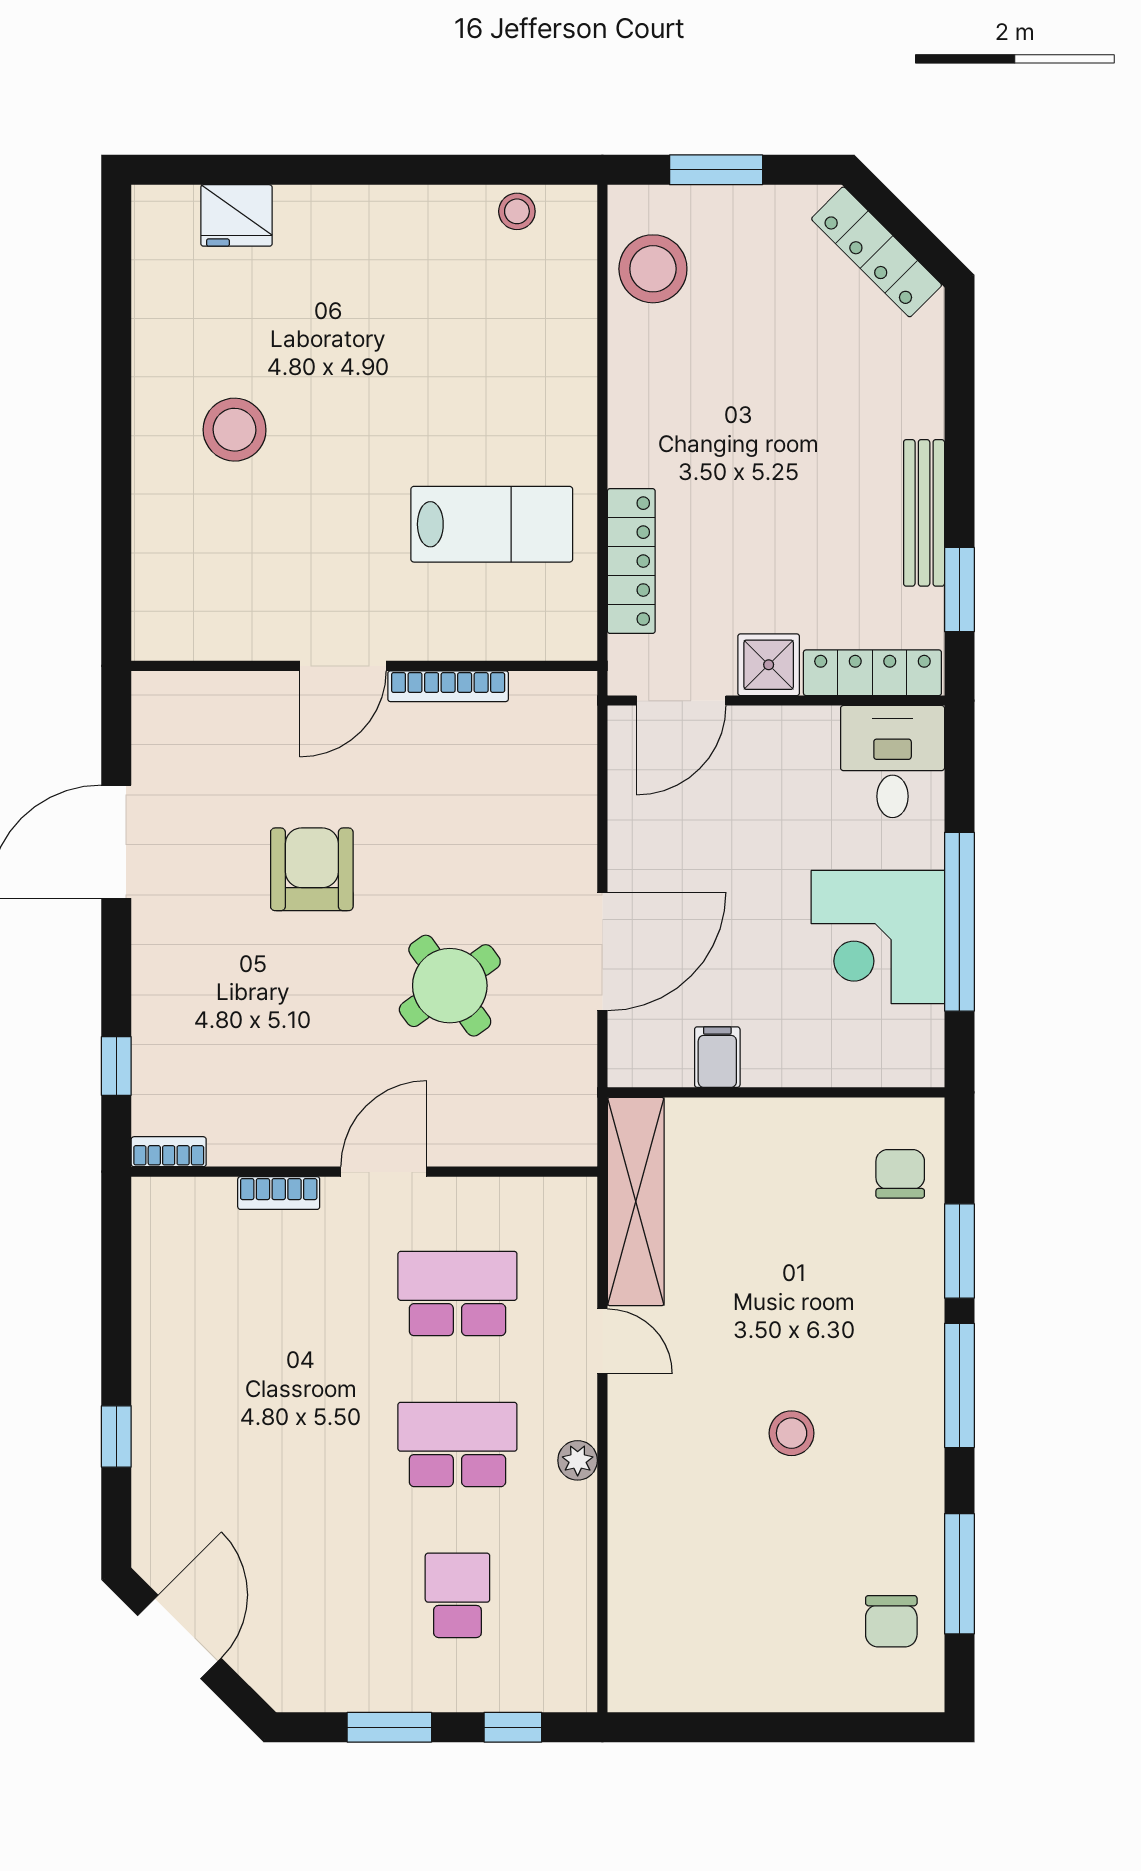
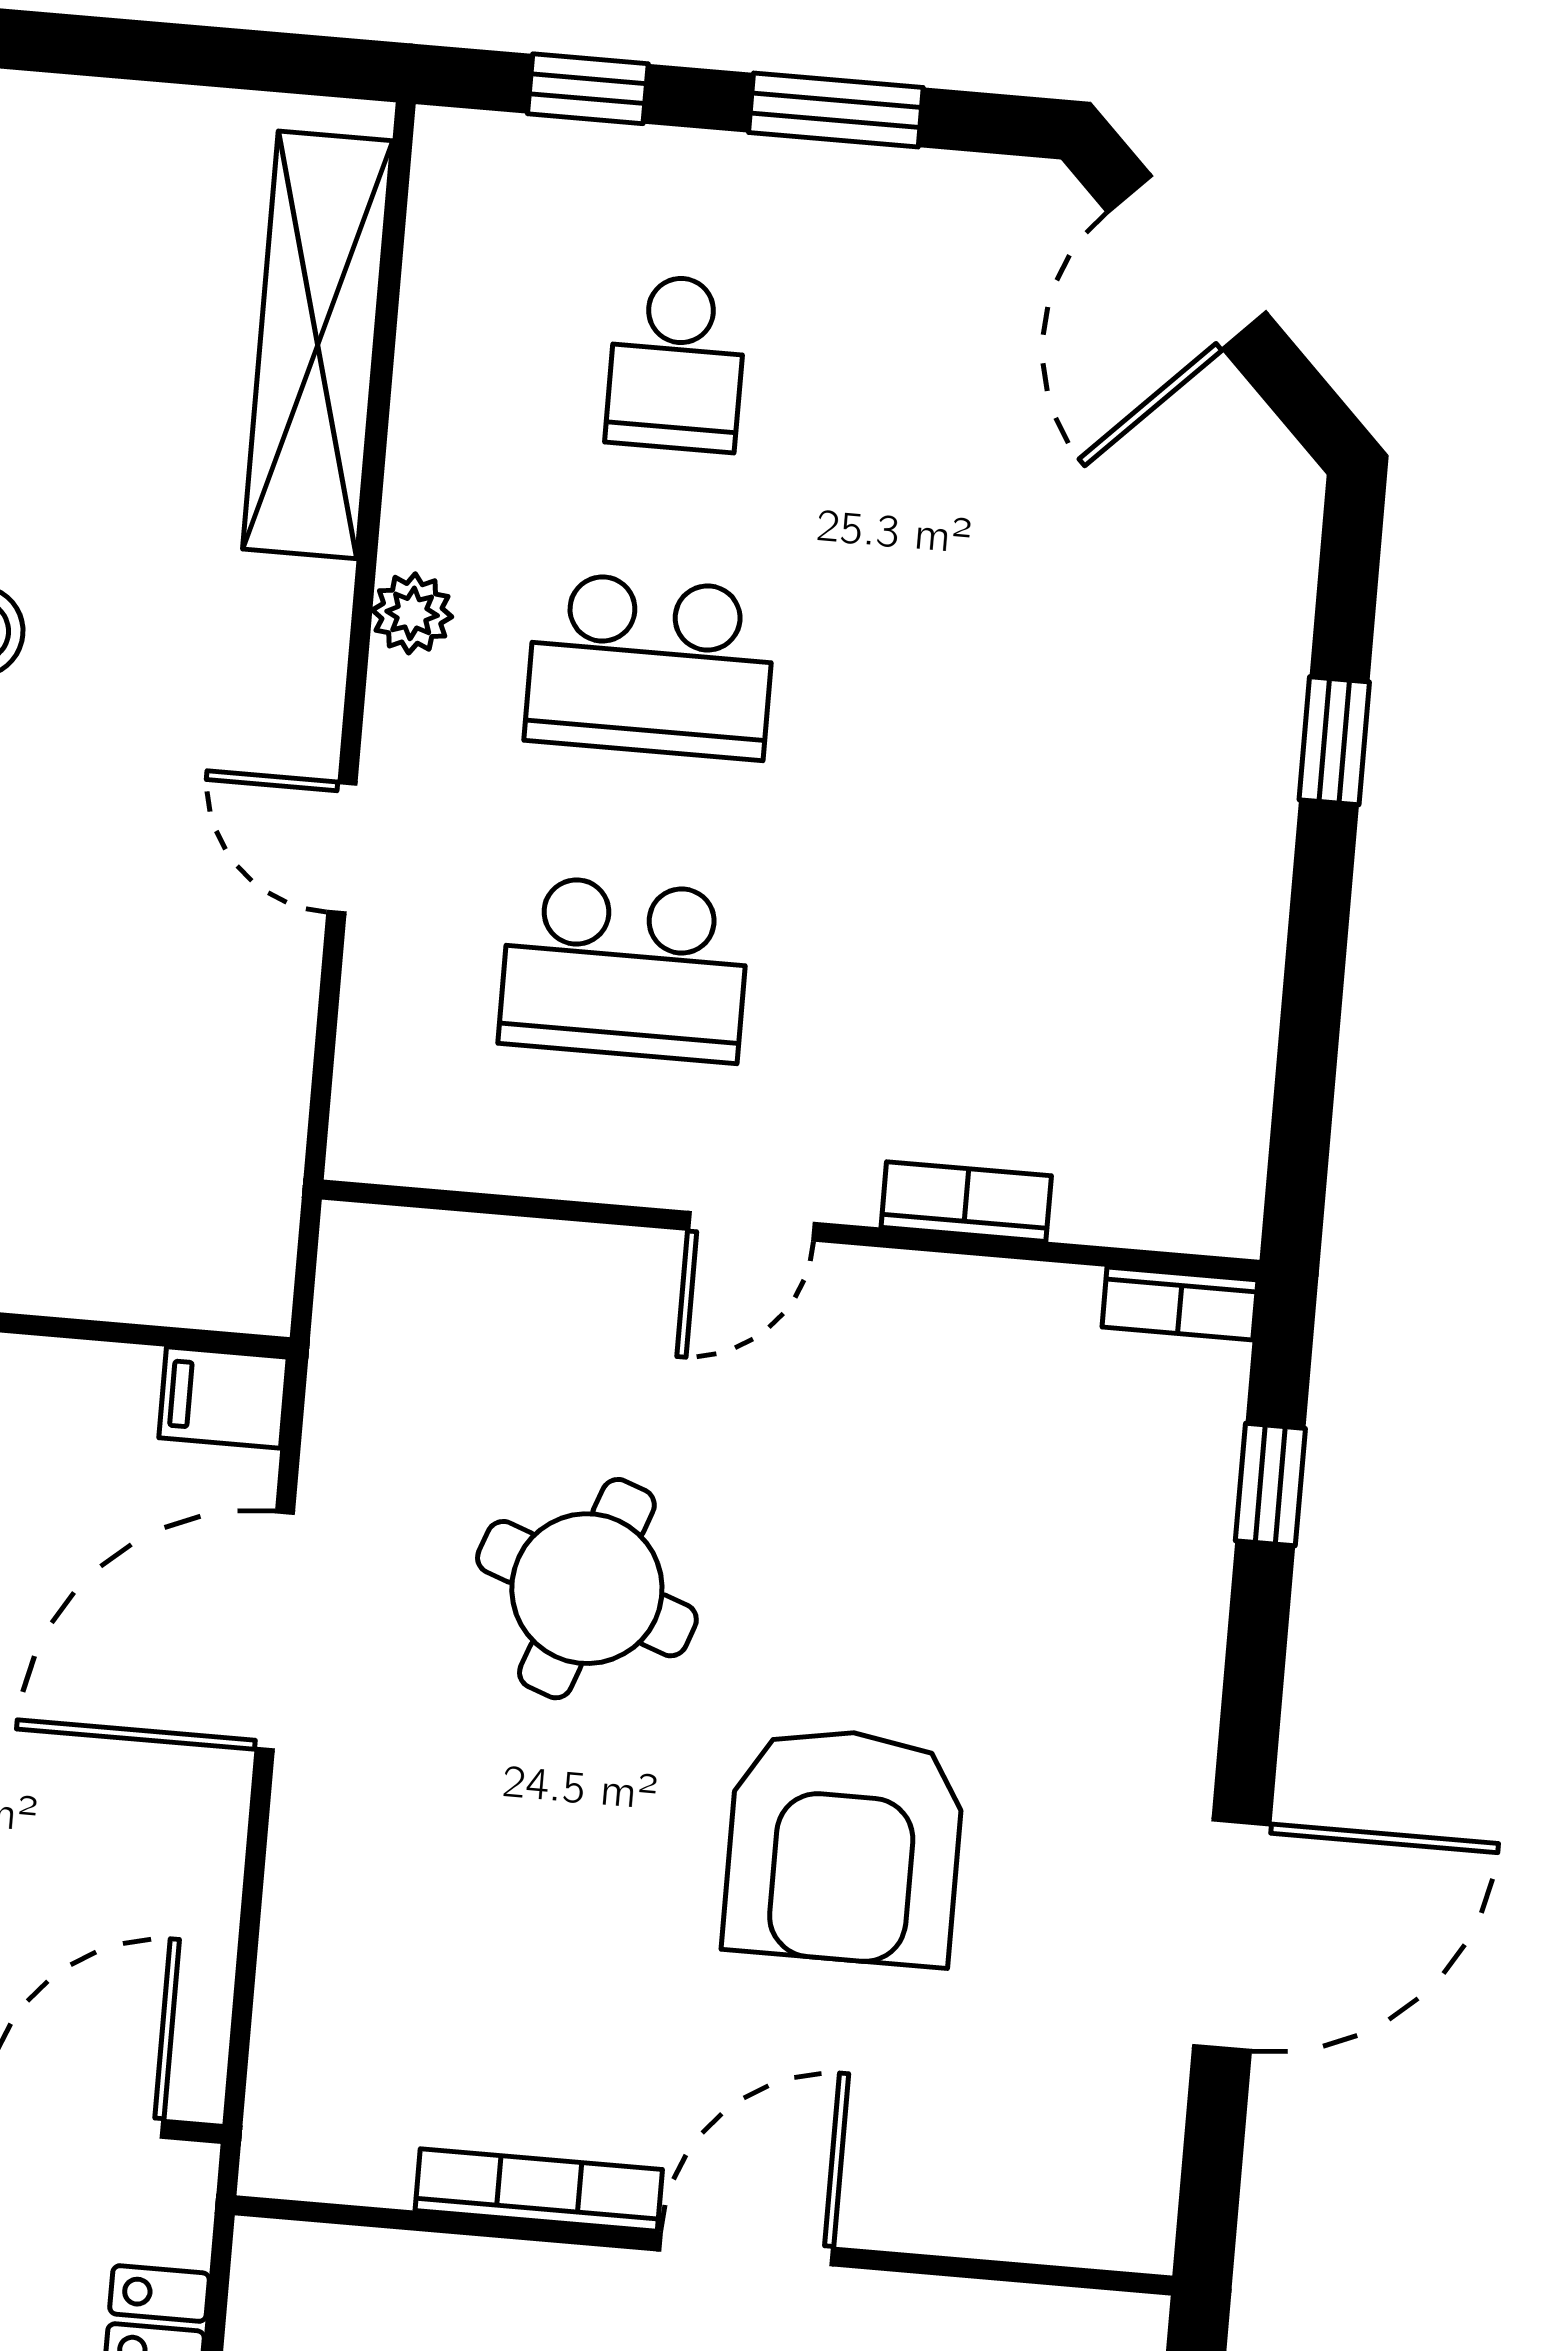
armchair: (312, 869) -> (844, 1846), width x1.36, depth x1.36
round table: (450, 986) -> (587, 1589), turned -34
filing cabinet: (717, 1057) -> (223, 1398), moved, turned 90
door: (384, 1172) -> (751, 1226), width x0.73
shelving: (636, 1201) -> (318, 345), moved
door: (179, 1637) -> (1187, 262), moved

